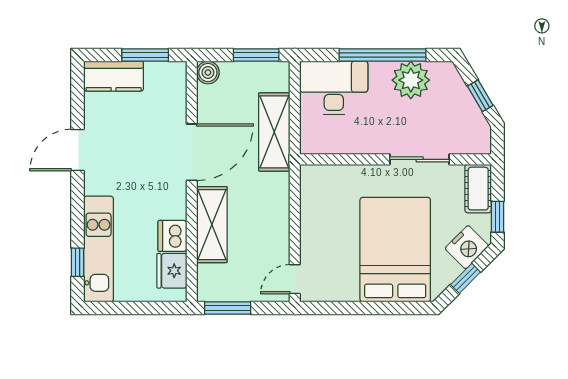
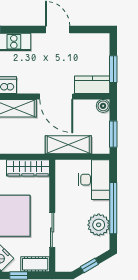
kitchen counter: (114, 76) -> (92, 85), moved, turned 90
wardrobe: (314, 201) -> (28, 168), added

